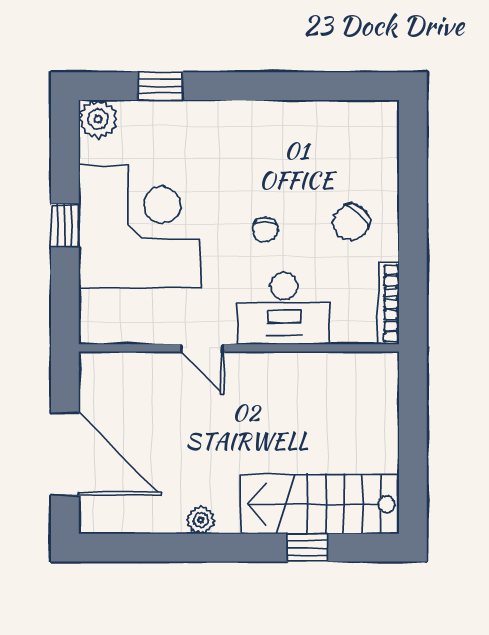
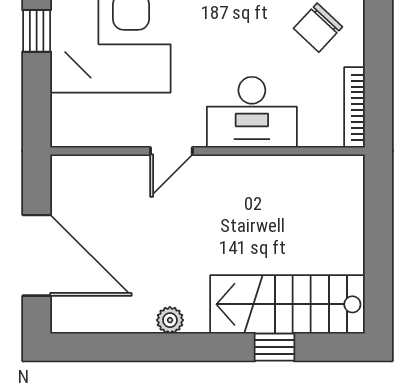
chair: (265, 230) -> (234, 35), removed
door: (202, 348) -> (171, 151), hinge flipped

